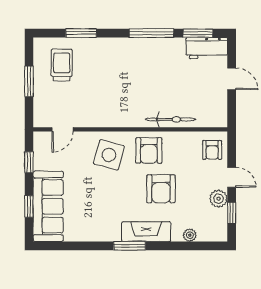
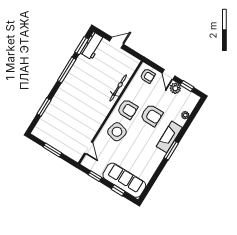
trolley: (62, 65) -> (54, 128), removed
door: (232, 177) -> (168, 75), swing flipped

